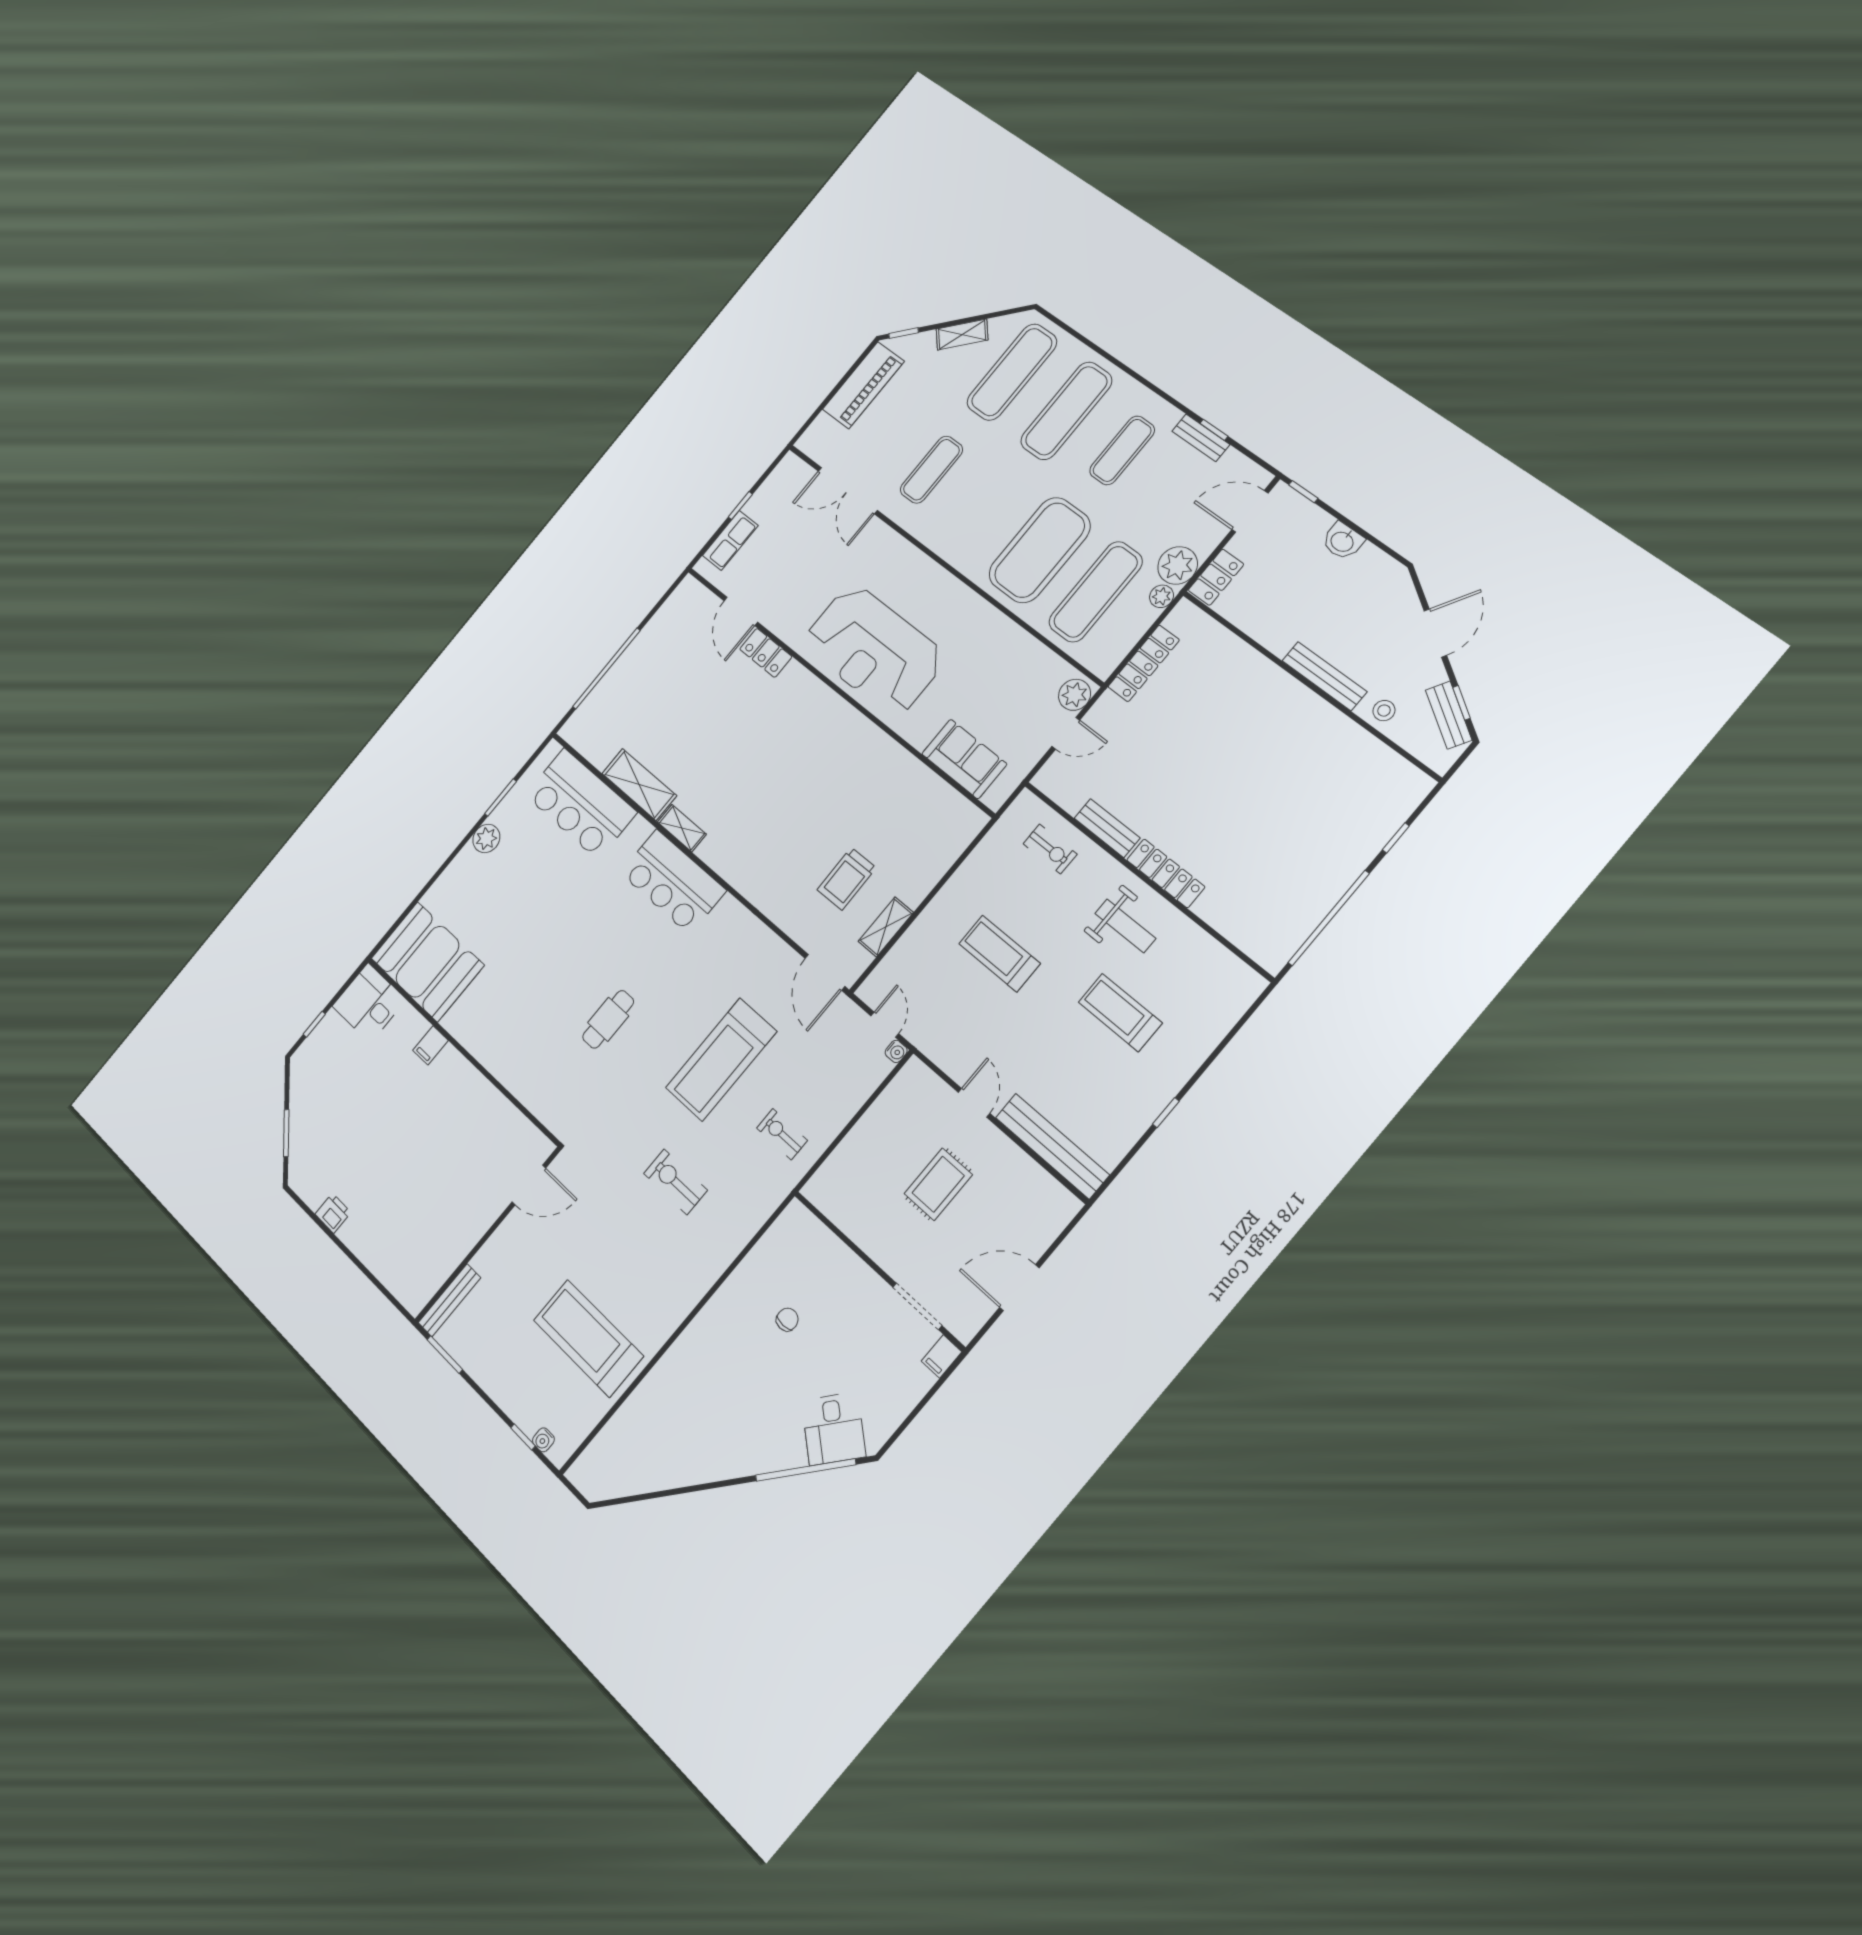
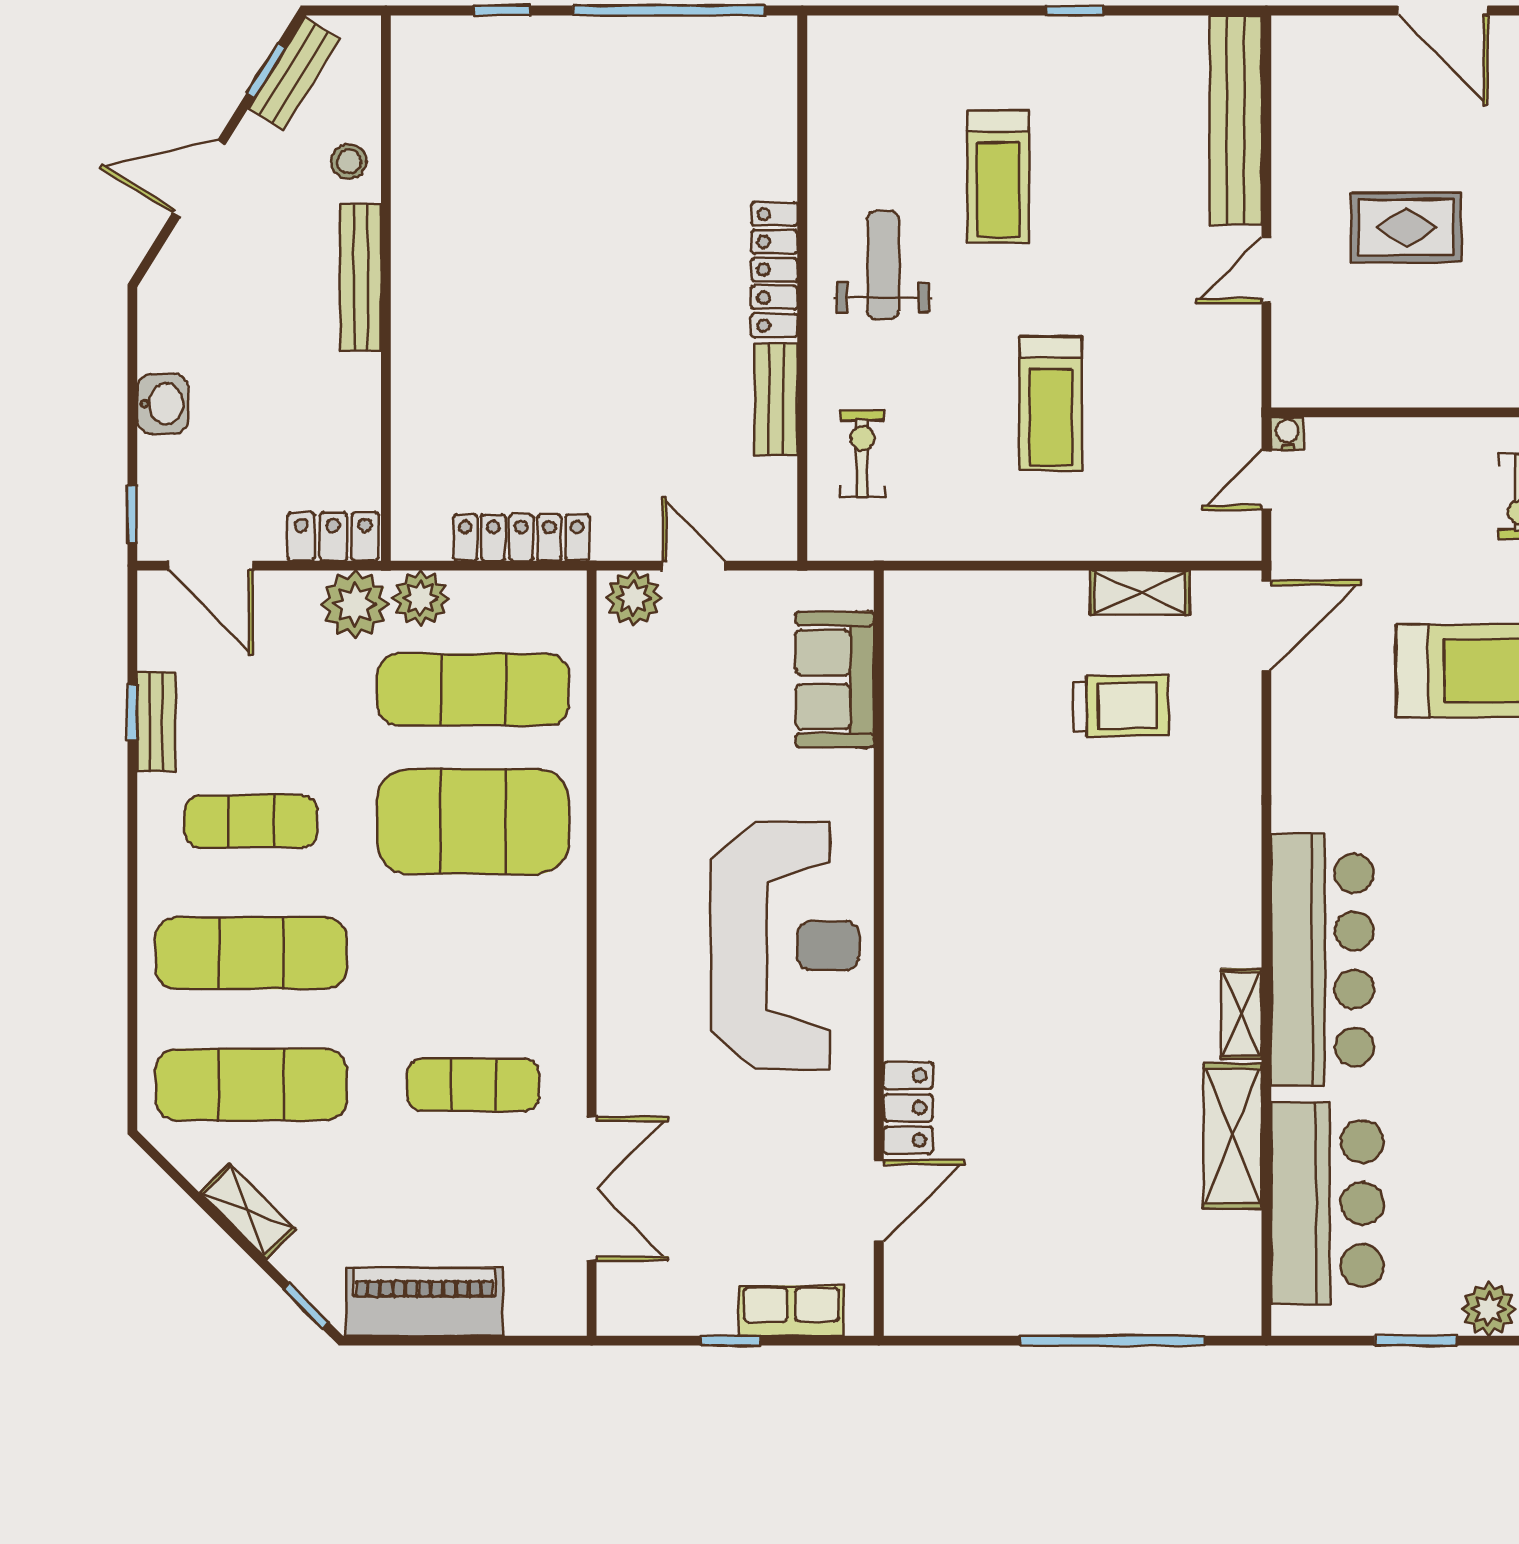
plant: (1162, 596) -> (421, 598), width x1.38, depth x1.38
bar counter: (673, 882) -> (1322, 960), width x1.36

